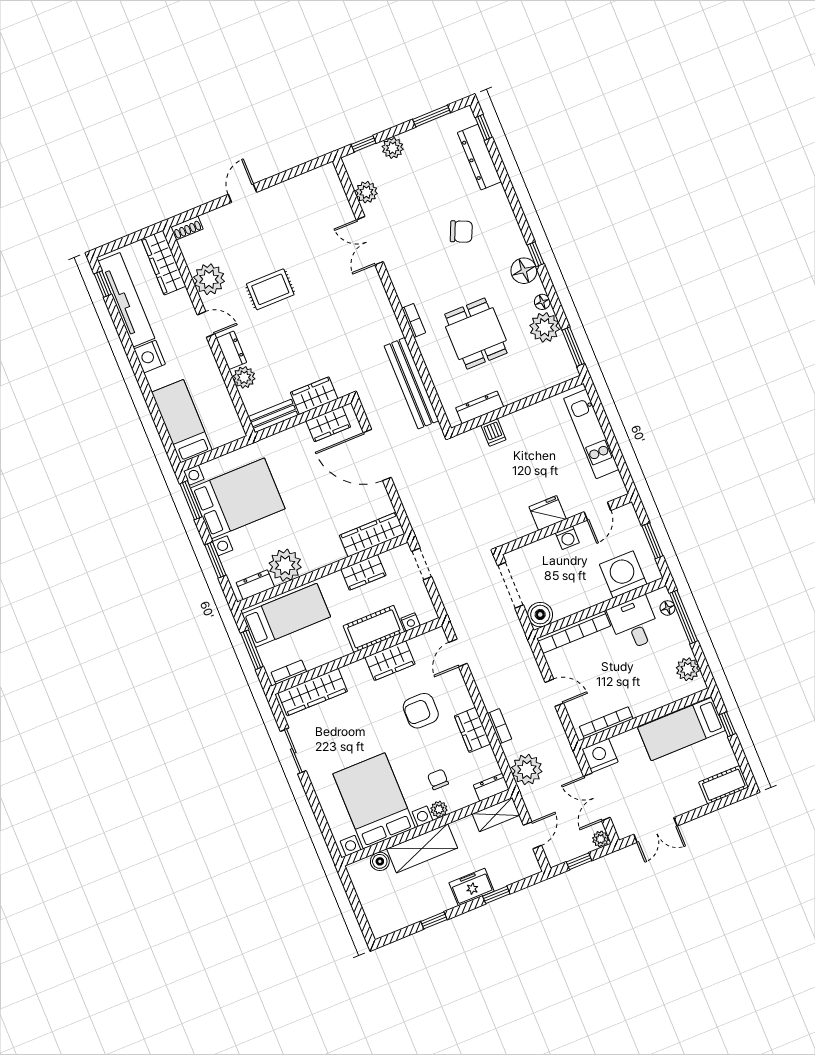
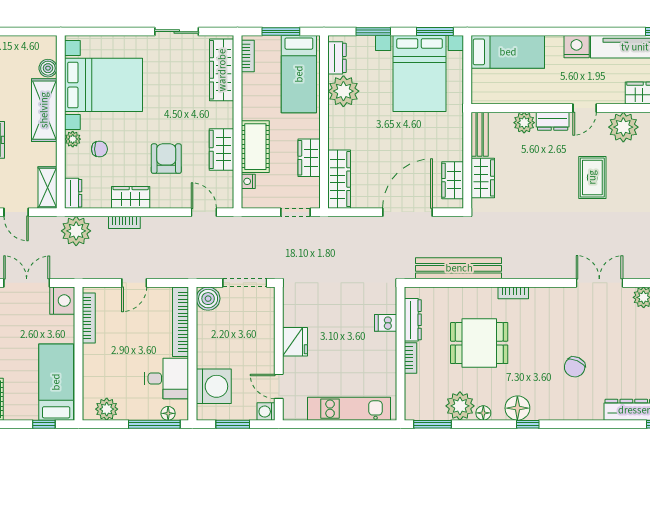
bookcase: (518, 394) -> (411, 358), added
washing machine: (567, 538) -> (266, 412), moved

